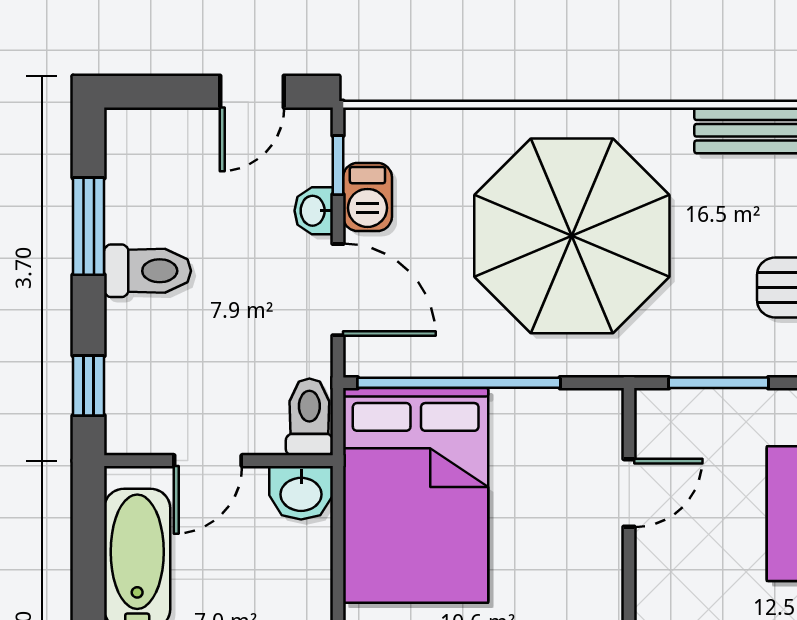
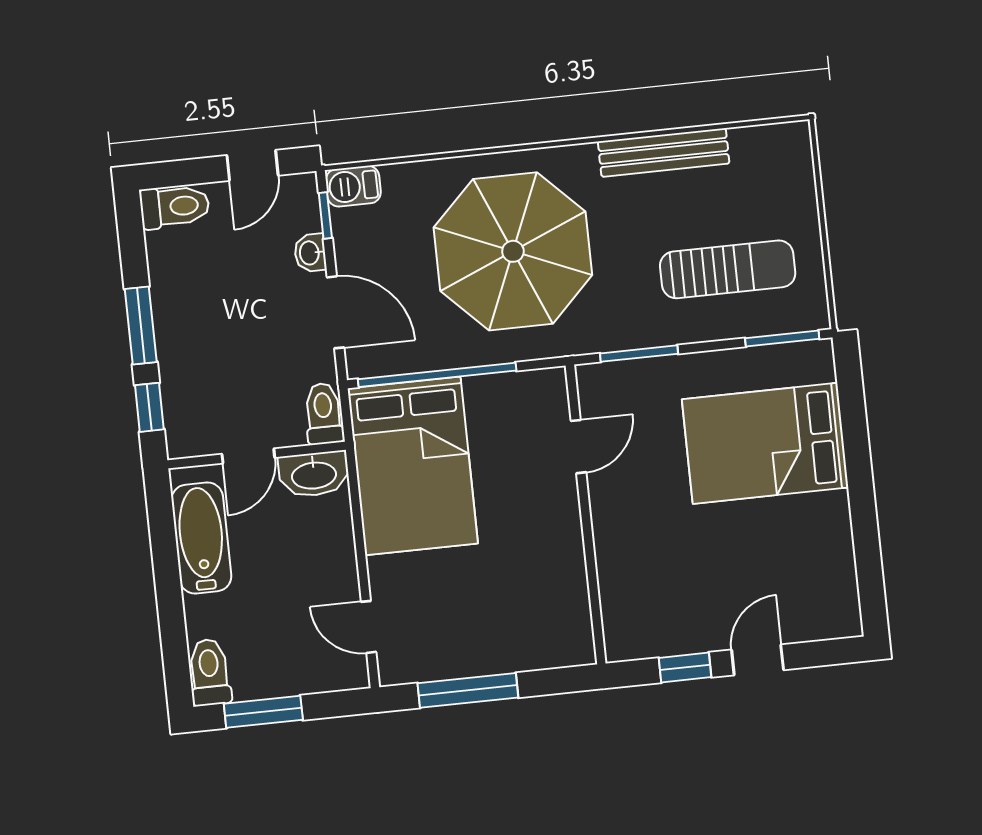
barbecue: (367, 197) -> (353, 186), moved, turned 90
window: (89, 226) -> (141, 326), moved
toilet: (148, 271) -> (175, 207), moved
washbasin: (301, 493) -> (314, 474), width x1.38

